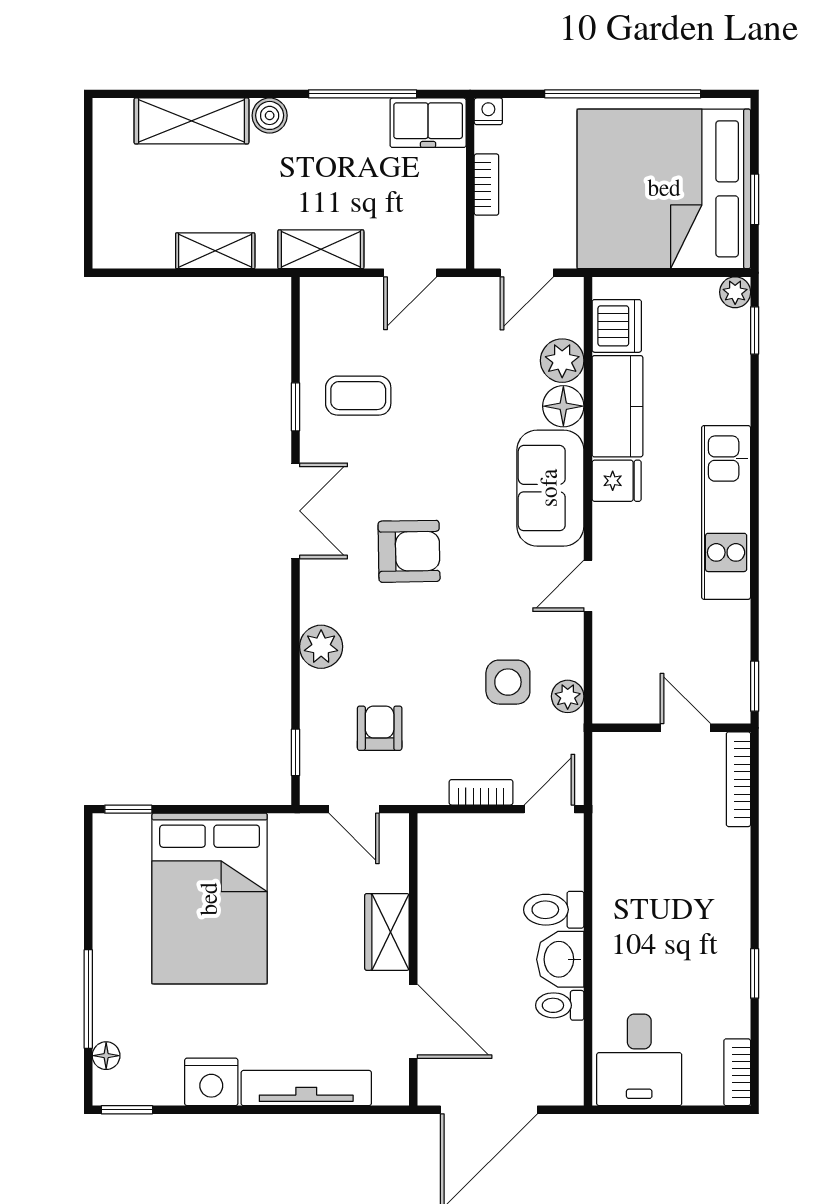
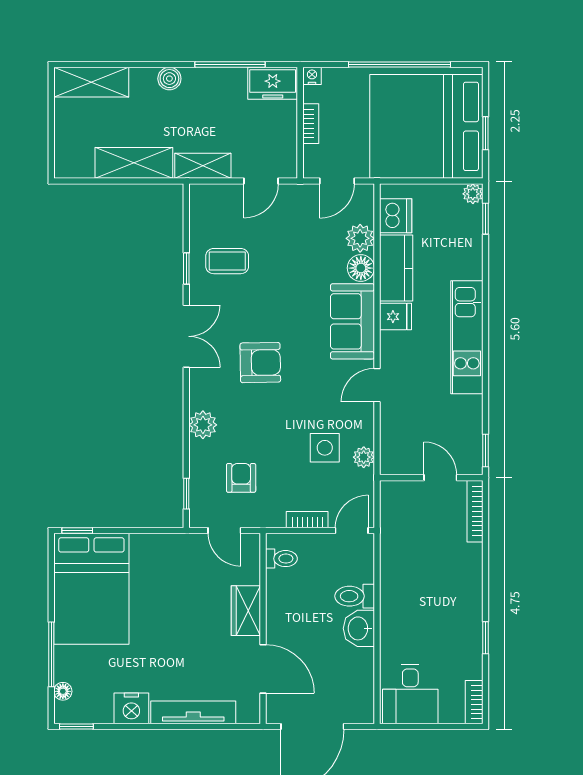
shelving: (191, 121) -> (91, 82), moved
shelving: (215, 251) -> (134, 163), width x1.50, depth x1.33
bed: (210, 899) -> (91, 589), moved
toilet: (560, 1005) -> (281, 559), moved, turned 180

